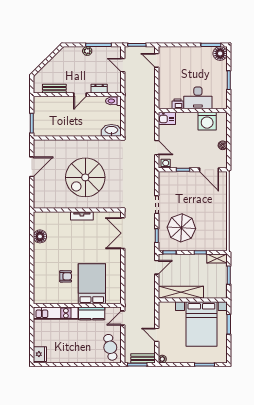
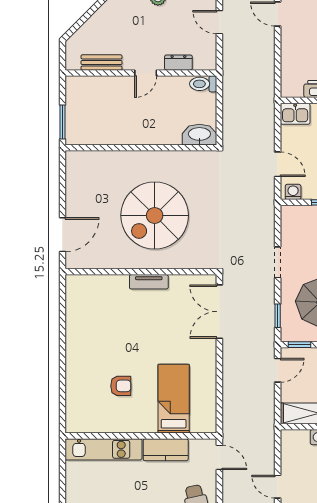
door: (32, 167) -> (62, 235), moved
floor lamp: (40, 236) -> (77, 317), removed
bed: (92, 284) -> (174, 399), width x0.67
door: (123, 318) -> (219, 457), swing flipped

